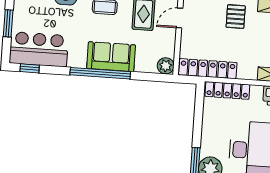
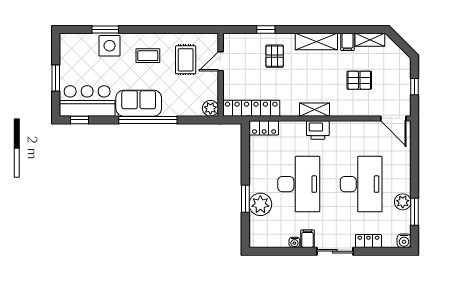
sofa: (111, 57) -> (139, 103), moved
locker: (227, 90) -> (264, 128), width x0.66

